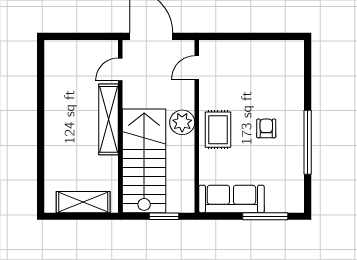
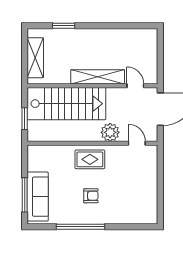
plant: (182, 122) -> (110, 132), moved
window: (41, 165) -> (64, 26), added
sofa: (231, 199) -> (38, 197), moved

